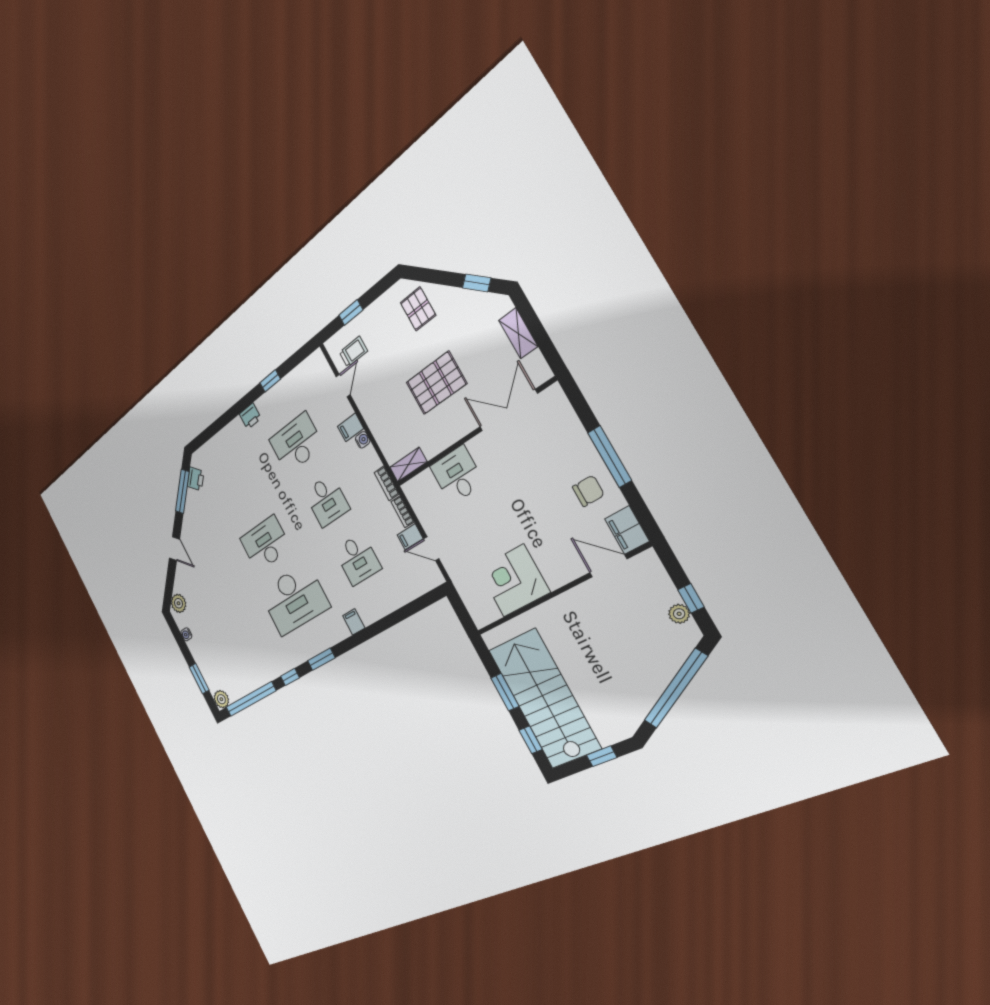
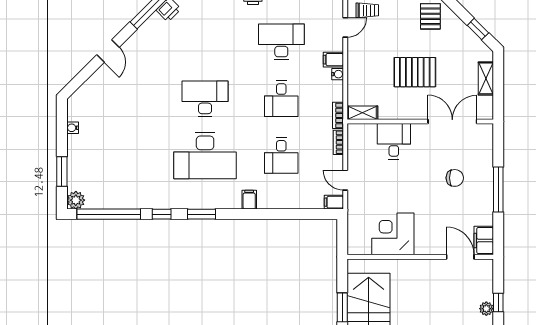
chair: (588, 491) -> (455, 178), moved
filing cabinet: (410, 537) -> (334, 202), moved
plant: (179, 603) -> (82, 98), removed

